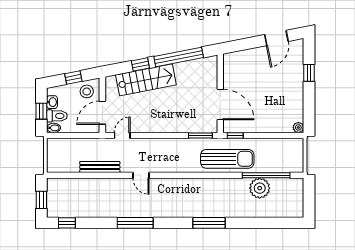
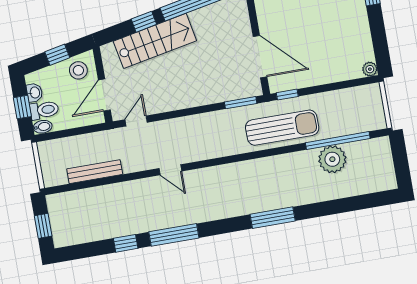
bench: (100, 167) -> (95, 172), moved
window: (67, 223) -> (126, 243), moved

